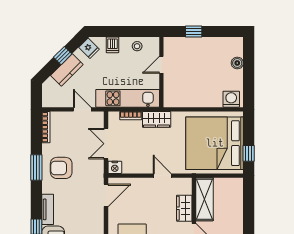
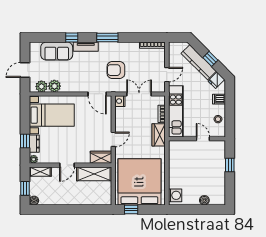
kitchen counter: (67, 70) -> (199, 62), width x1.50
window: (36, 168) -> (107, 38), moved
armchair: (61, 168) -> (116, 70), moved, turned -90
wardrobe: (184, 208) -> (101, 157), moved

